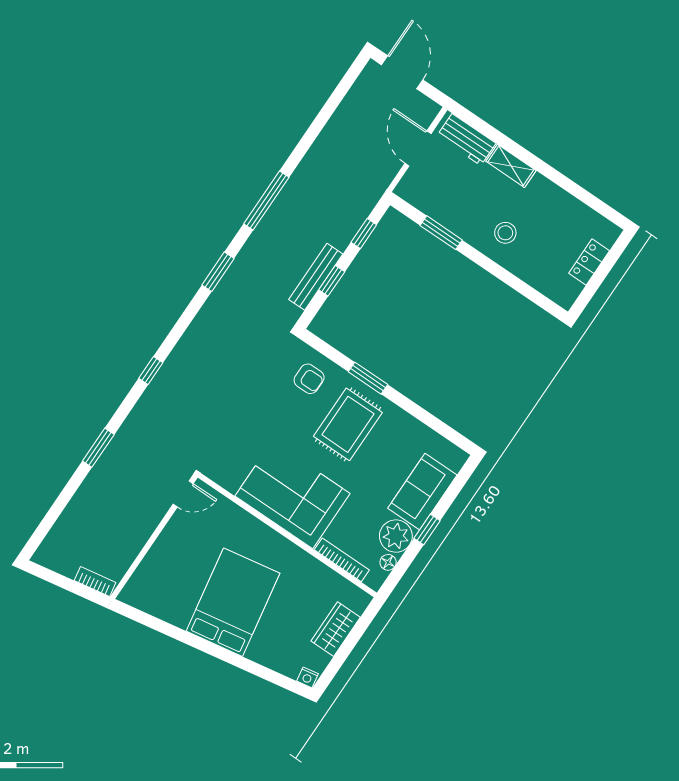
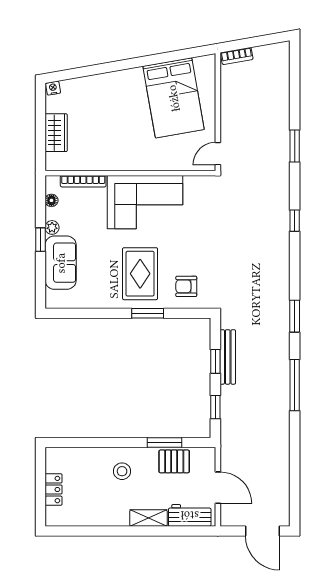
pallet: (445, 206) -> (174, 461), added
plant: (396, 536) -> (52, 227), width x0.53, depth x0.53
bed: (233, 602) -> (174, 98), moved

